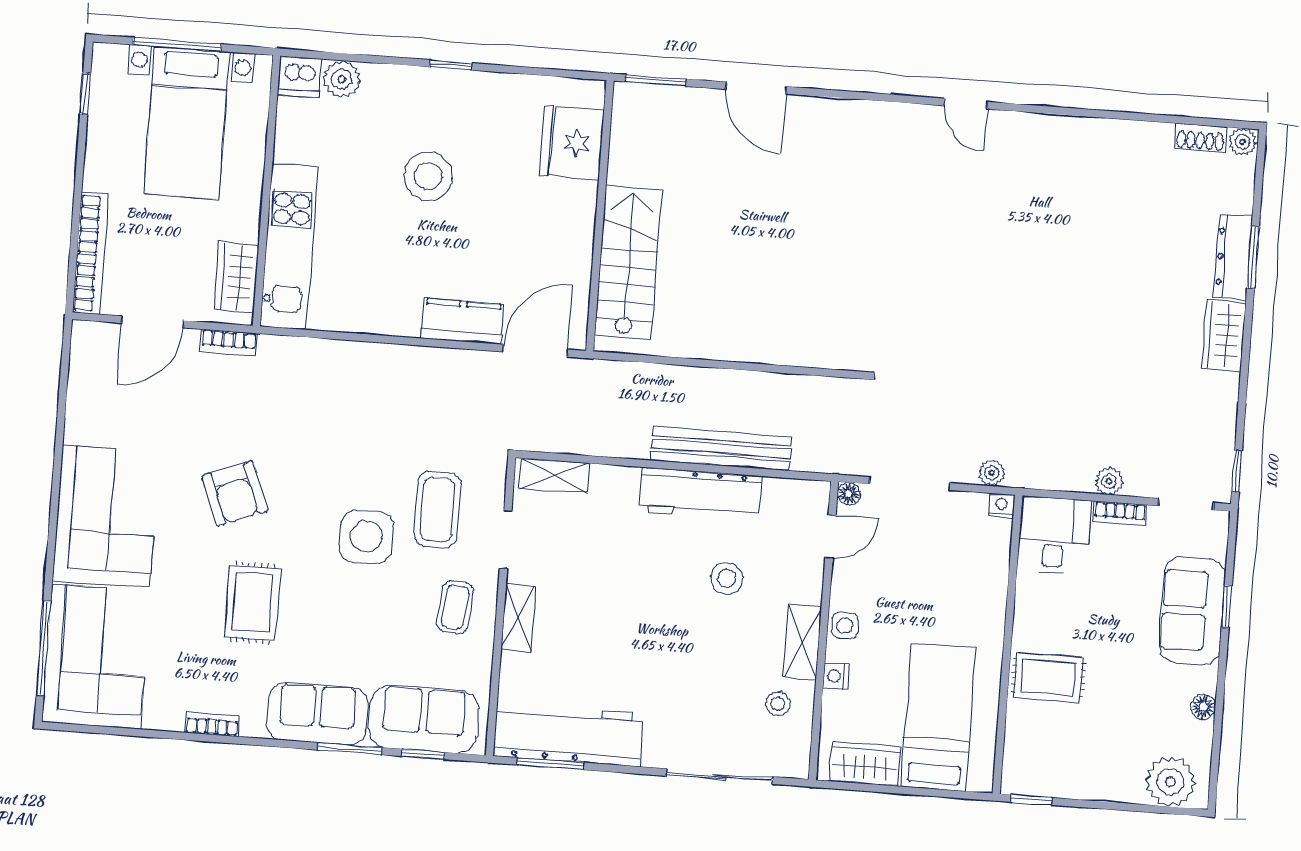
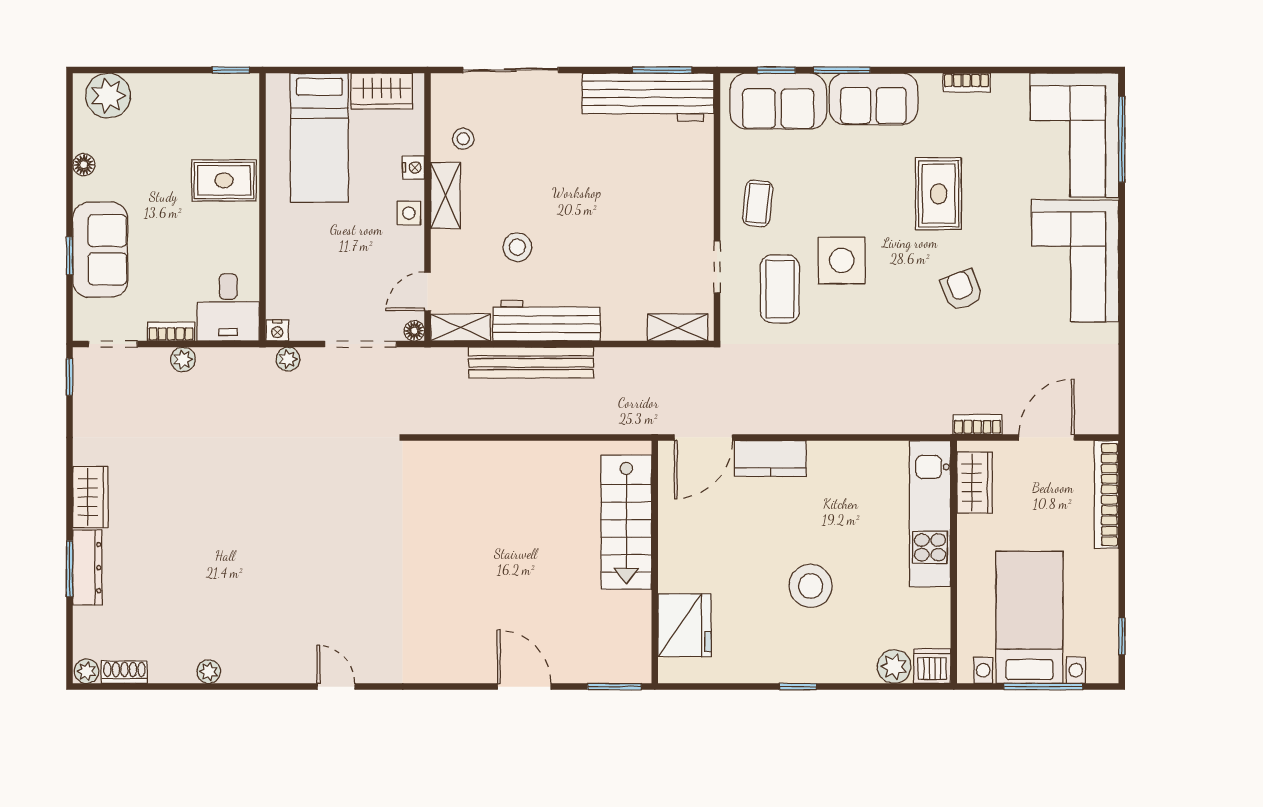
plant: (1106, 131) -> (209, 672), added
armchair: (235, 493) -> (962, 290), width x0.72, depth x0.72
shelving: (518, 617) -> (461, 328), moved, turned 90

